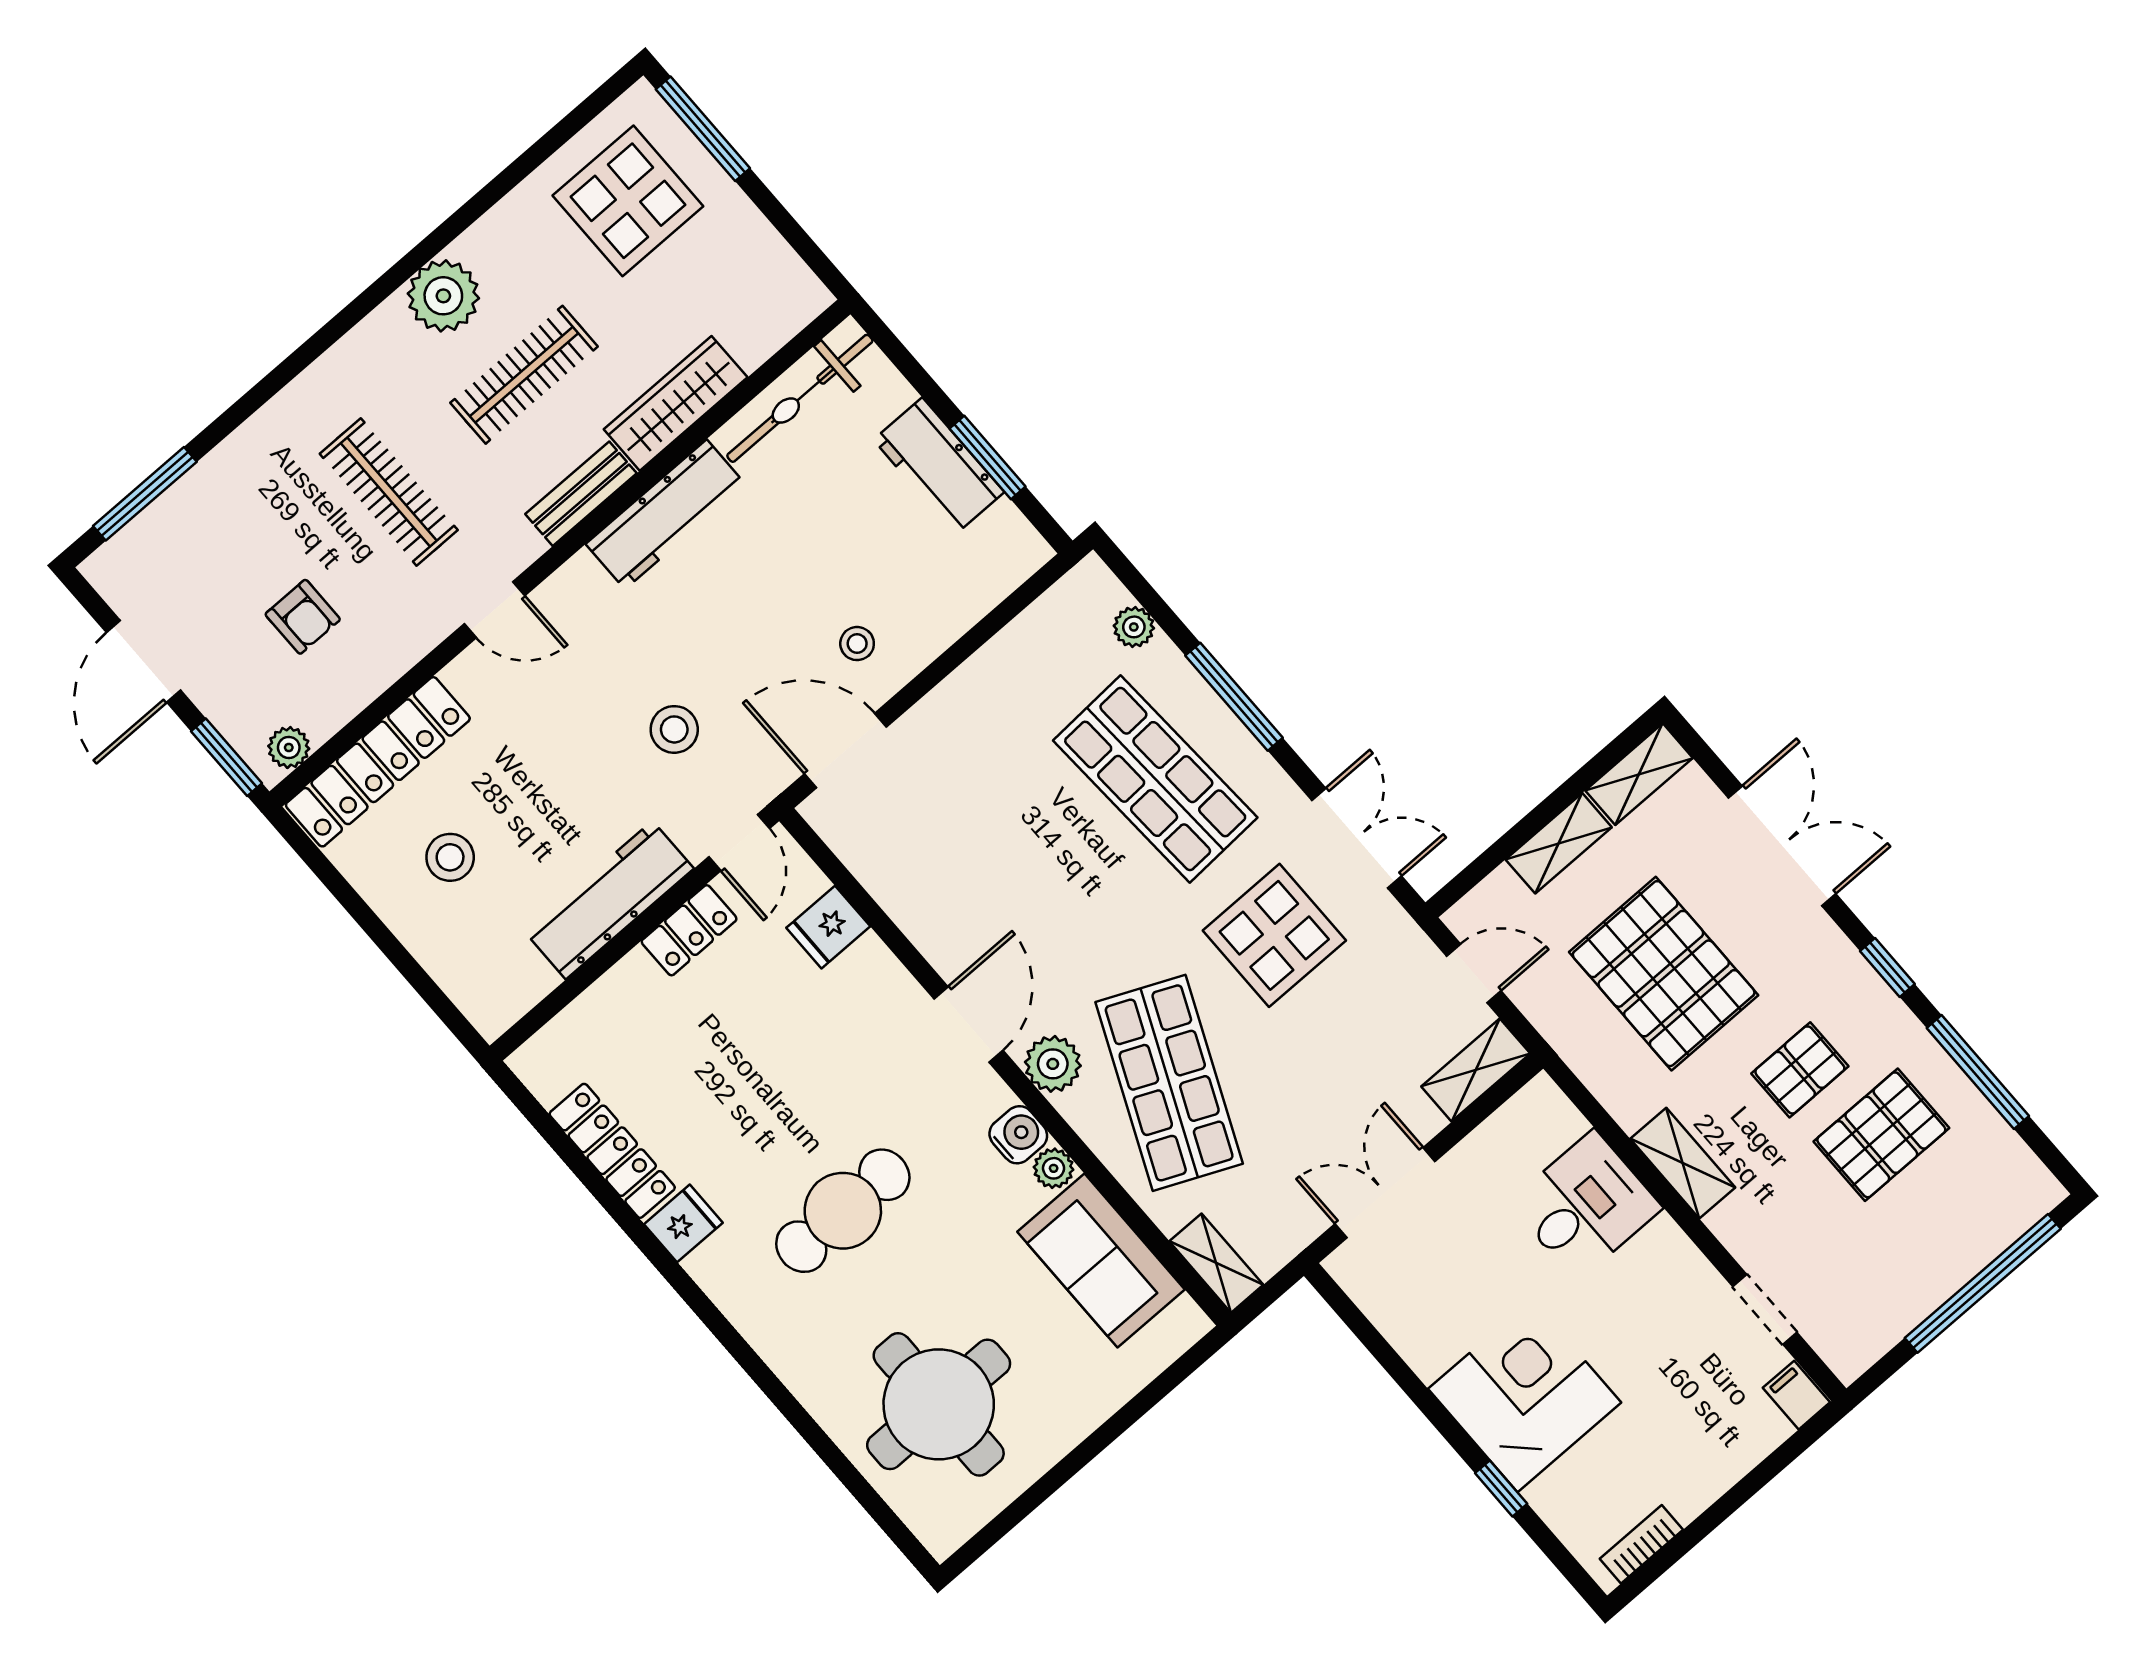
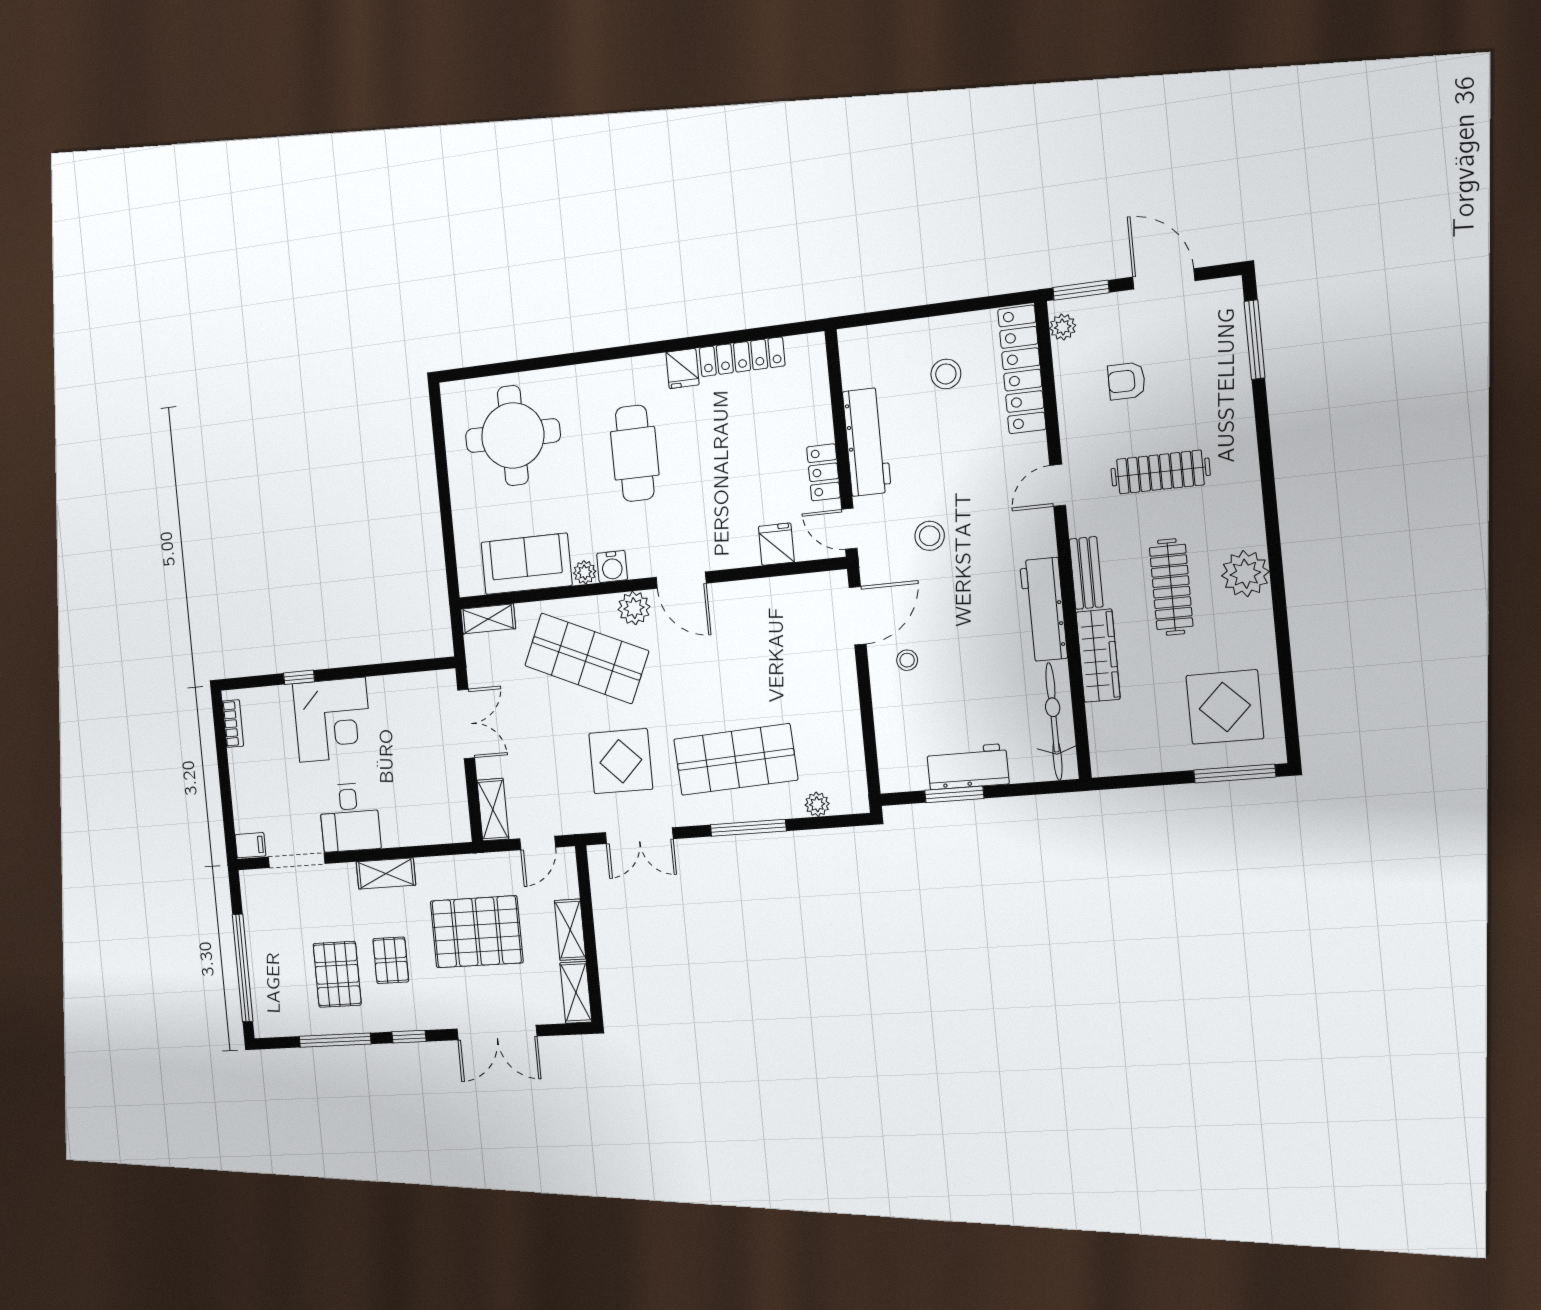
desk: (1585, 1205) -> (350, 817), moved
doorway: (1765, 1310) -> (297, 860), width x1.38

